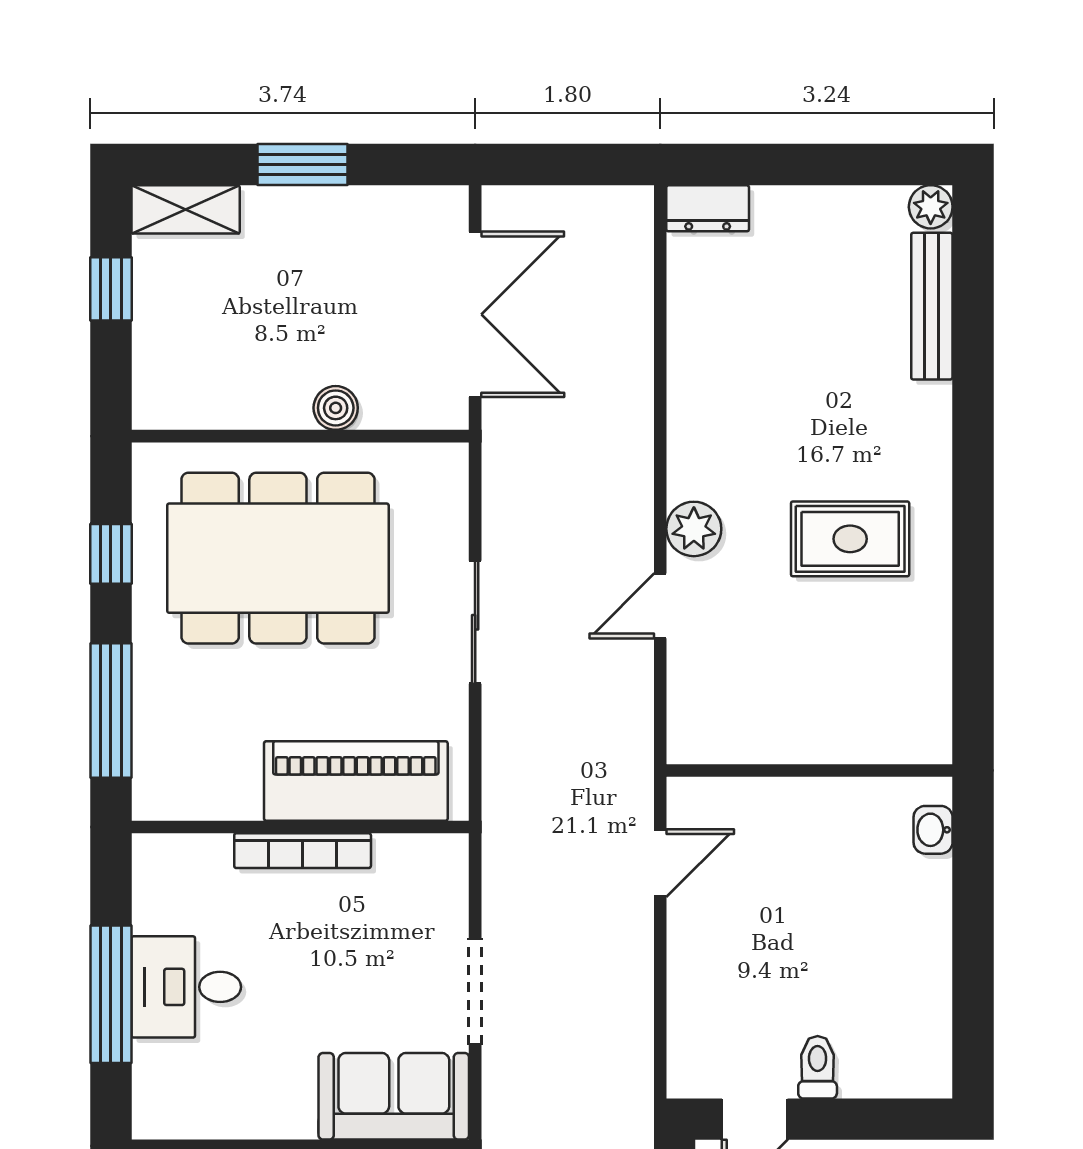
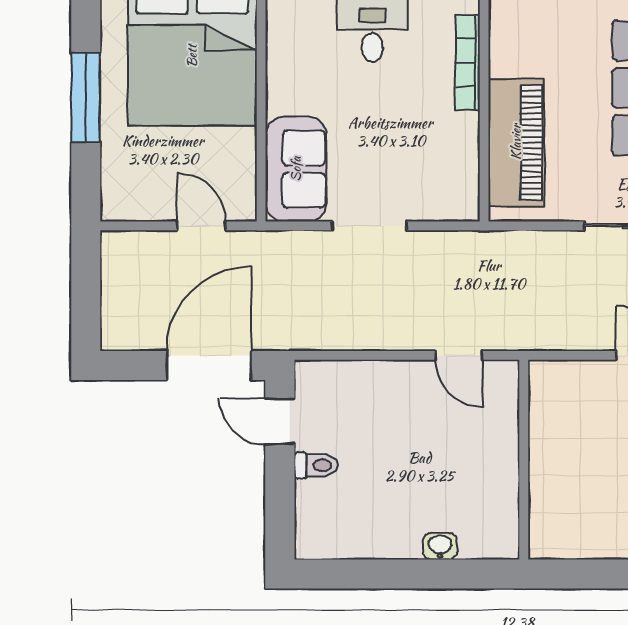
washbasin: (933, 830) -> (440, 546), moved
bookcase: (303, 851) -> (468, 63), moved

